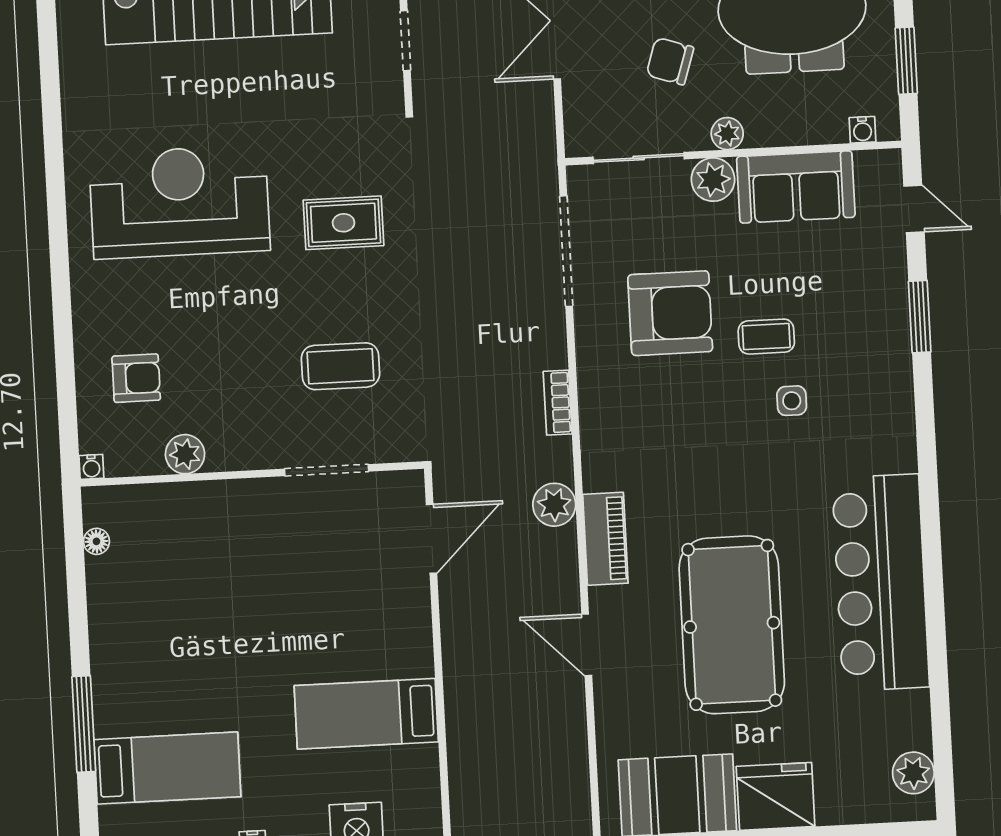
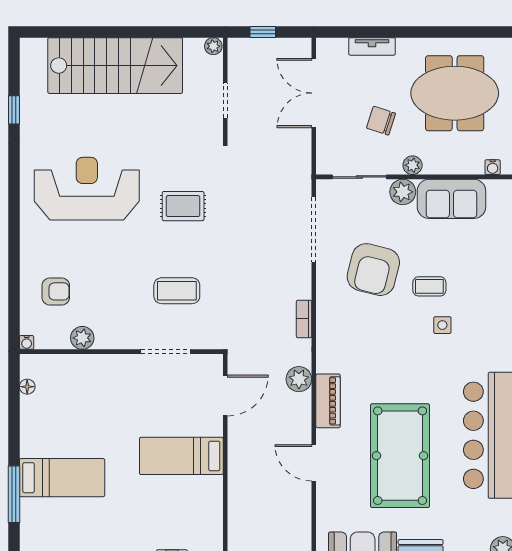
window: (50, 76) -> (14, 110), added
armchair: (670, 313) -> (373, 270), turned 104
bed: (366, 714) -> (181, 456), moved
bed: (167, 768) -> (62, 478), moved

